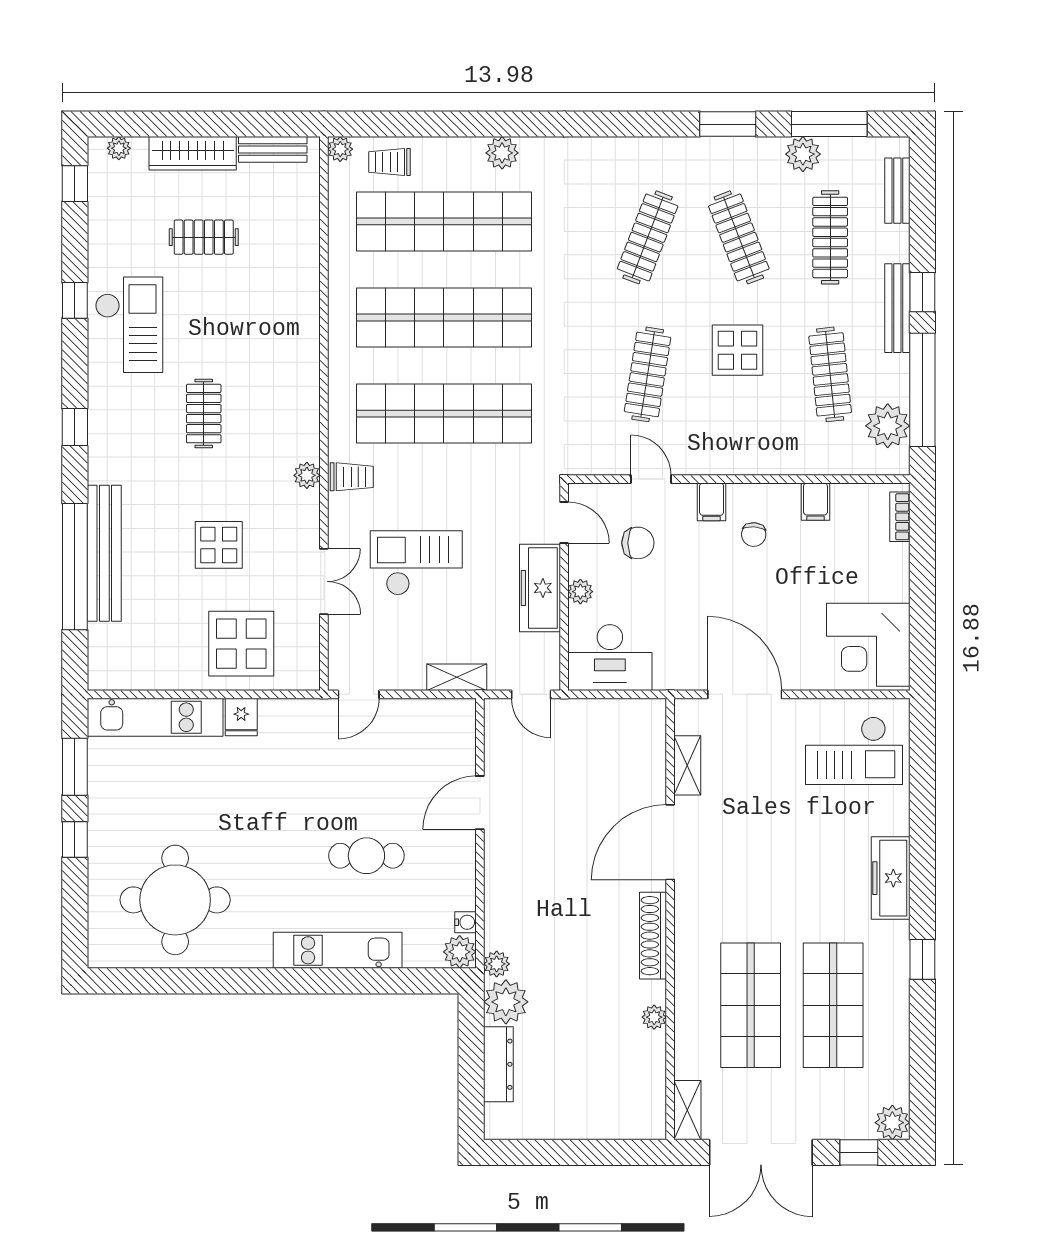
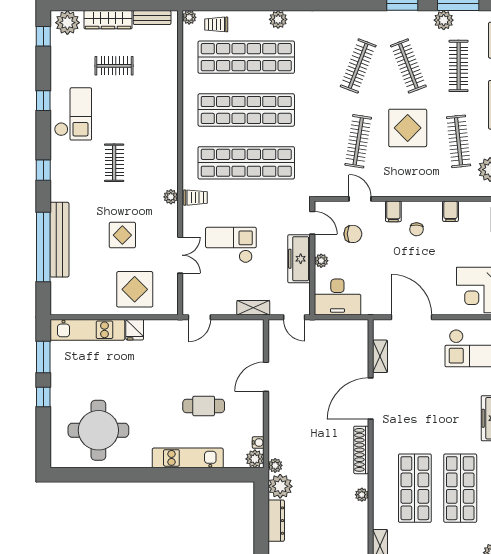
plant: (119, 148) -> (67, 23), width x1.87, depth x1.87
display table: (738, 350) -> (408, 128), width x1.36, depth x1.36

